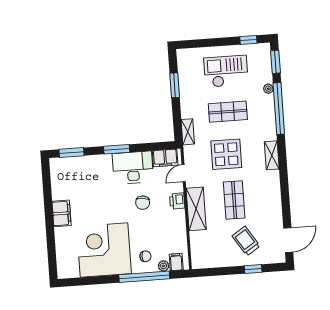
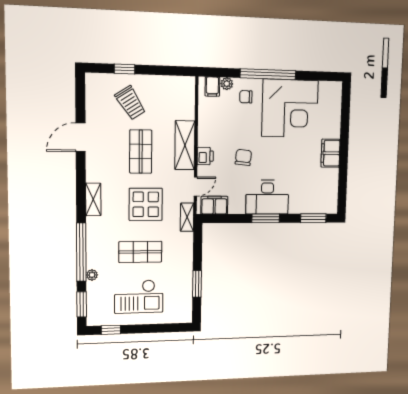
shelving: (188, 132) -> (187, 217), moved
desk: (133, 168) -> (267, 197), moved
door: (288, 240) -> (81, 137), moved
window: (144, 277) -> (268, 74), moved

